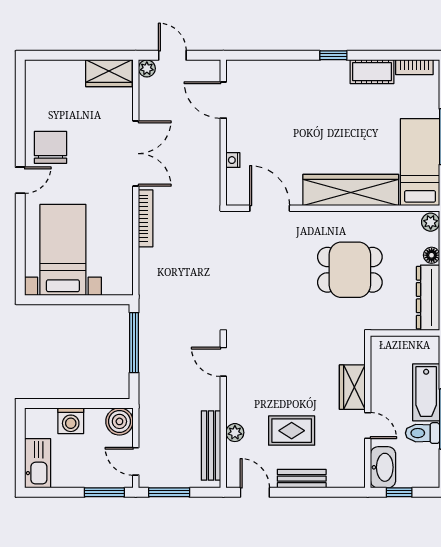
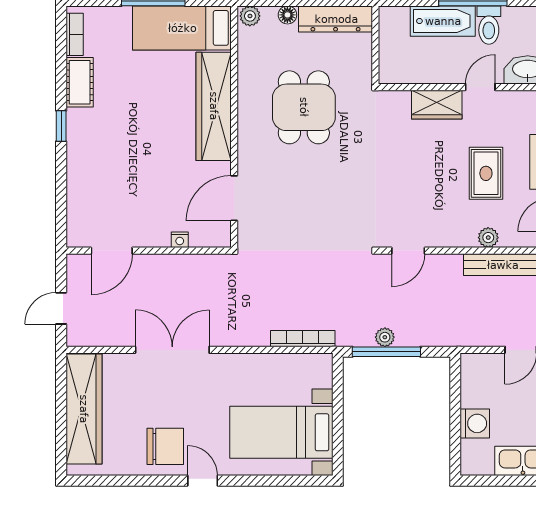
plant: (147, 68) -> (385, 337), moved
wardrobe: (109, 73) -> (84, 409), width x2.10, depth x1.17
chair: (50, 147) -> (165, 446), turned 180
bookcase: (146, 218) -> (303, 339), moved
boiler: (119, 421) -> (476, 368), removed

